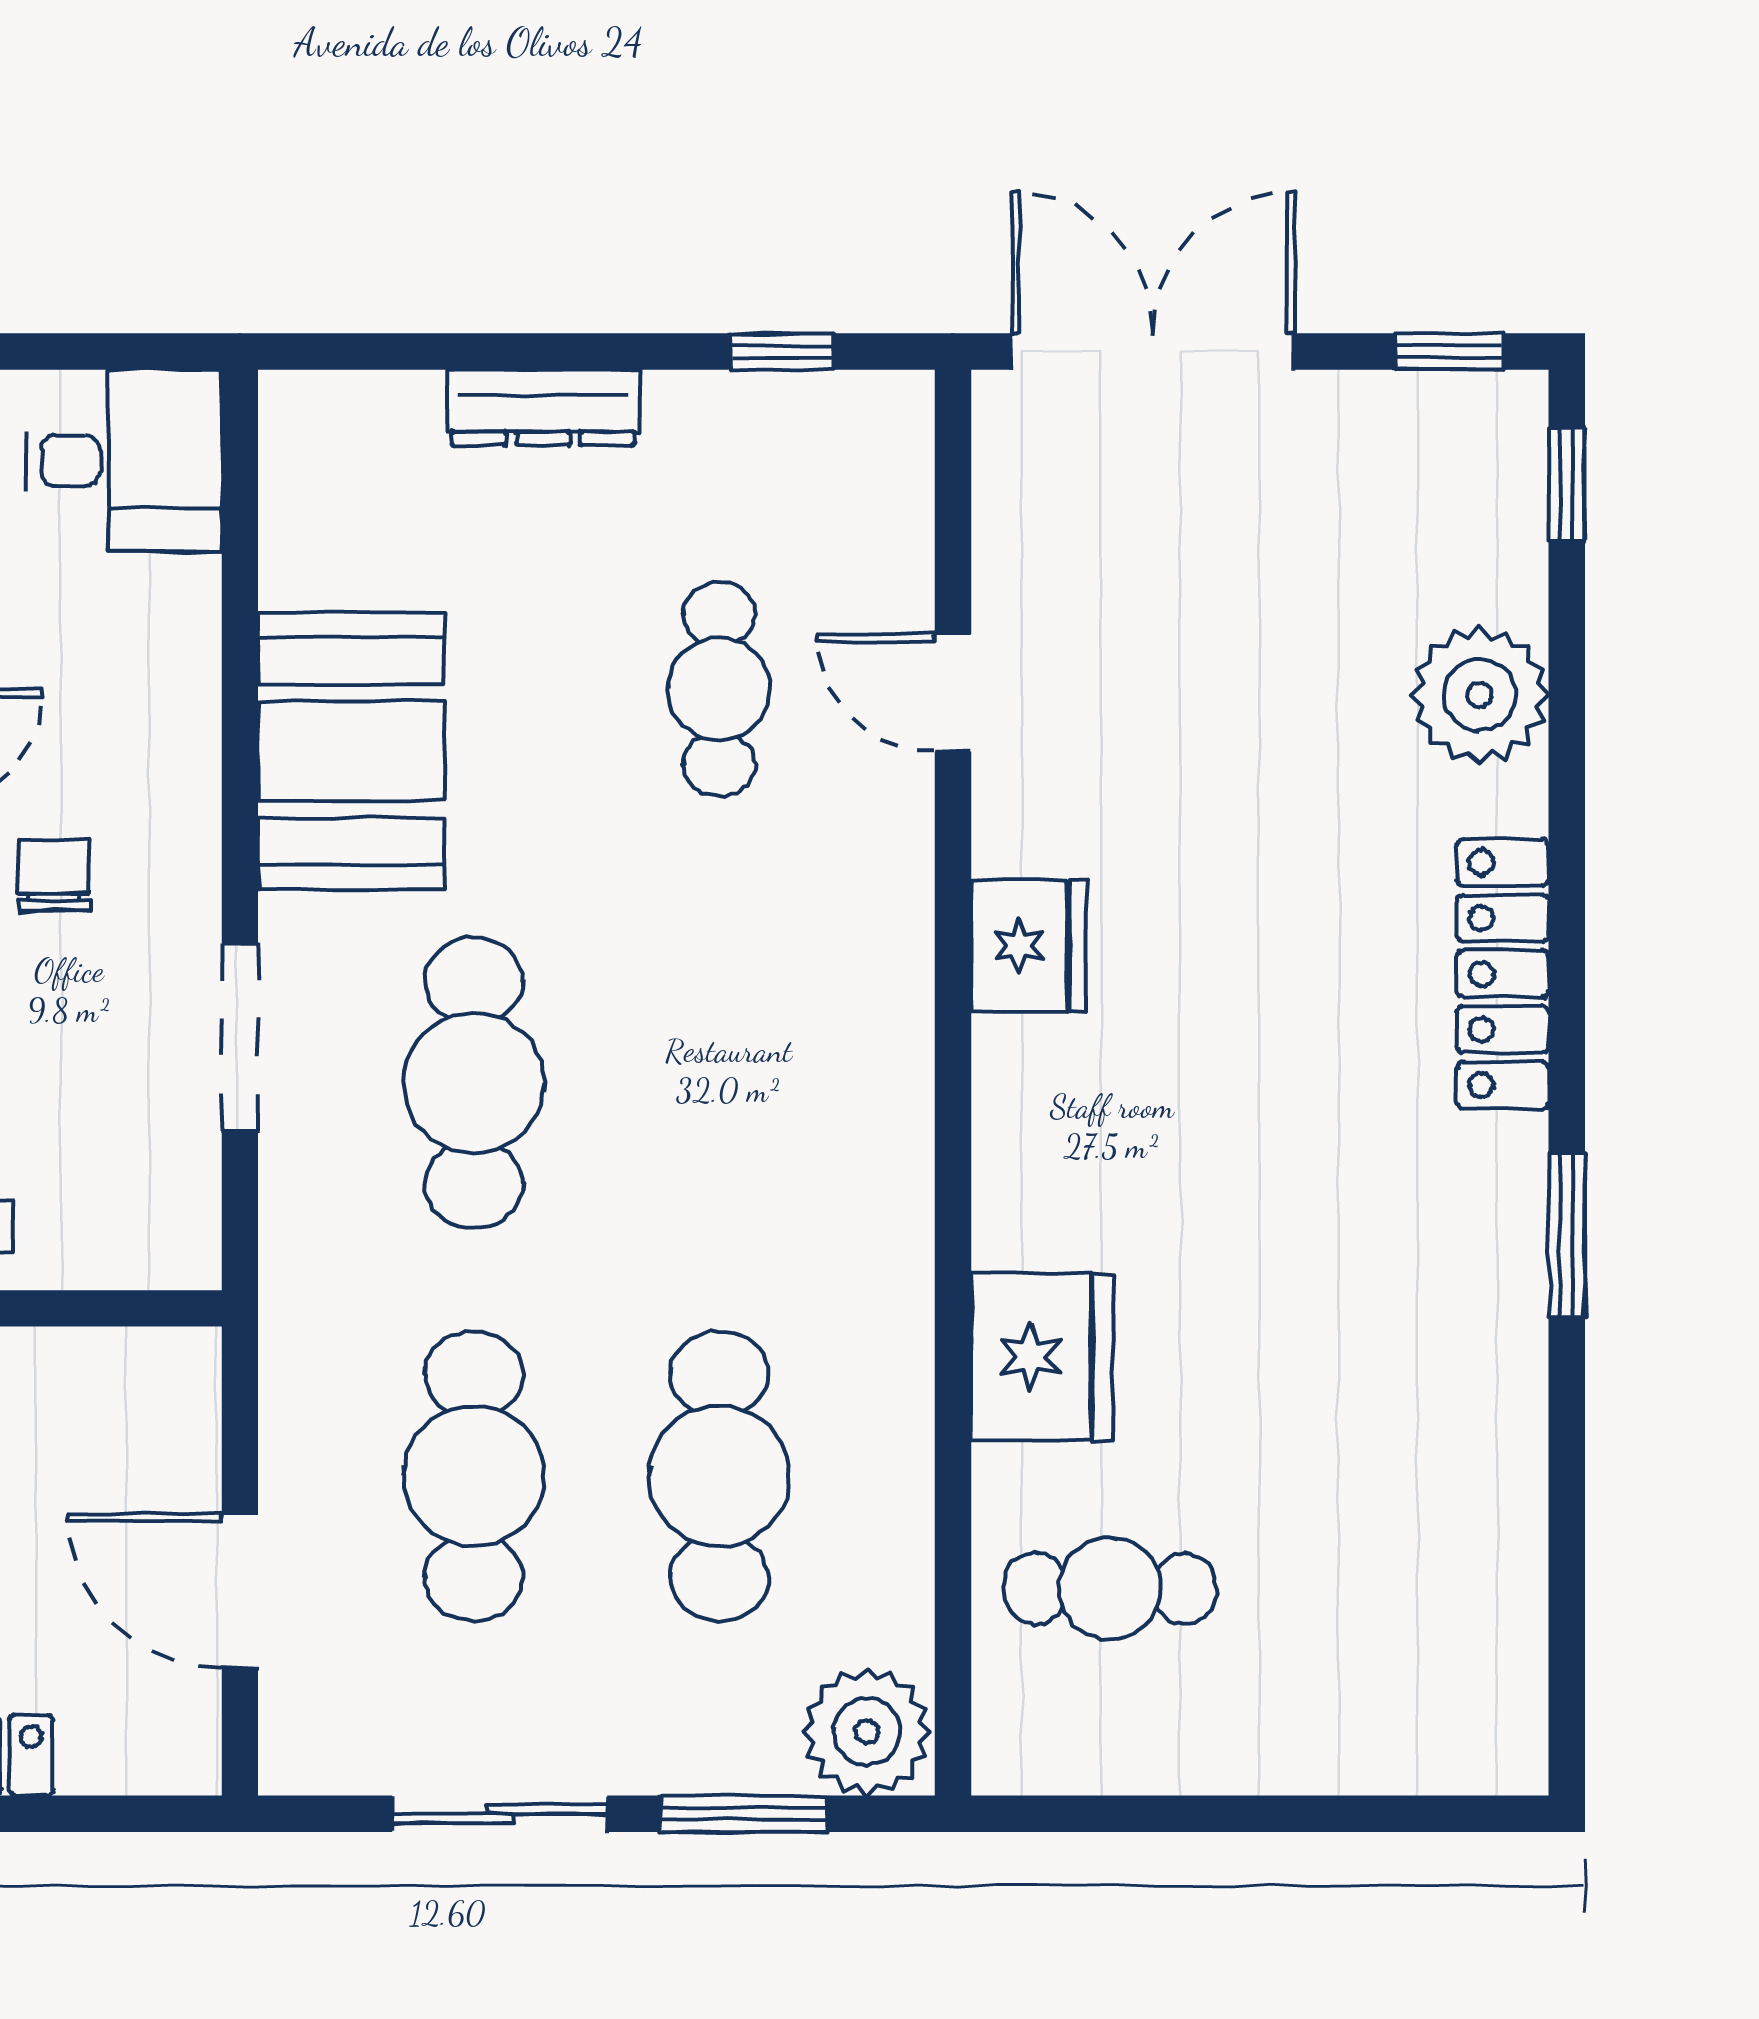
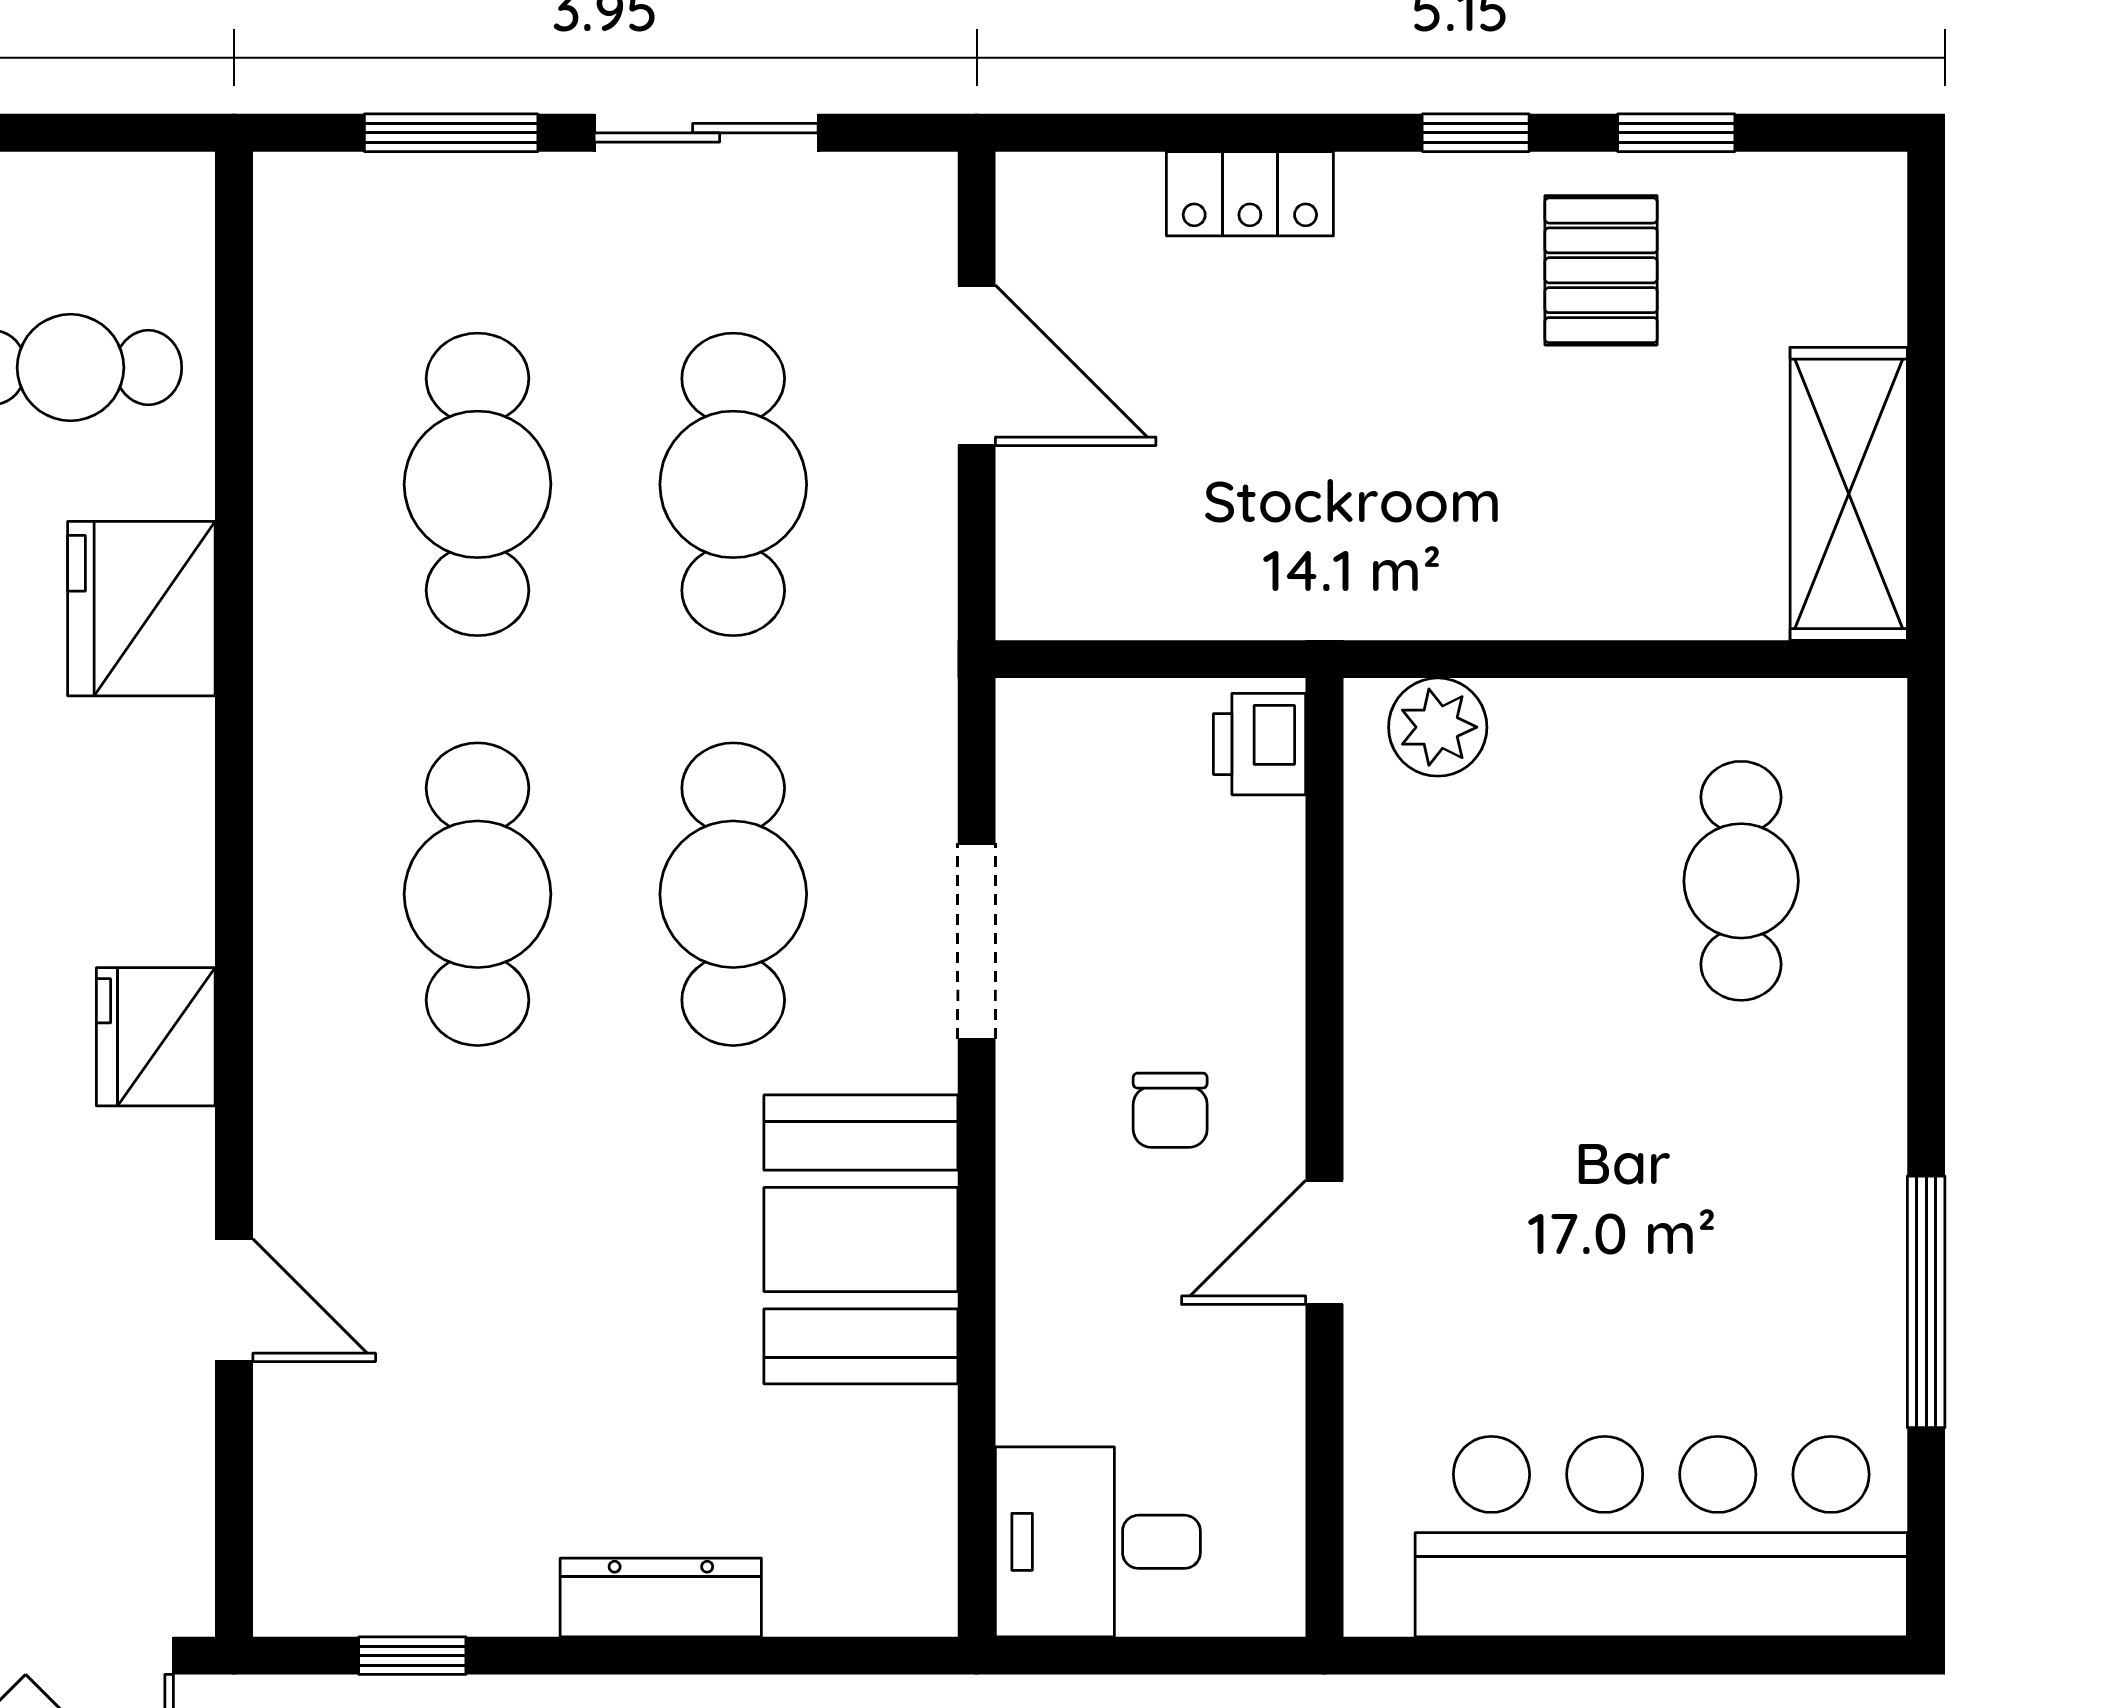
cafe table: (719, 689) -> (478, 894), moved, width x1.37, depth x1.35
plant: (867, 1732) -> (324, 218), removed

